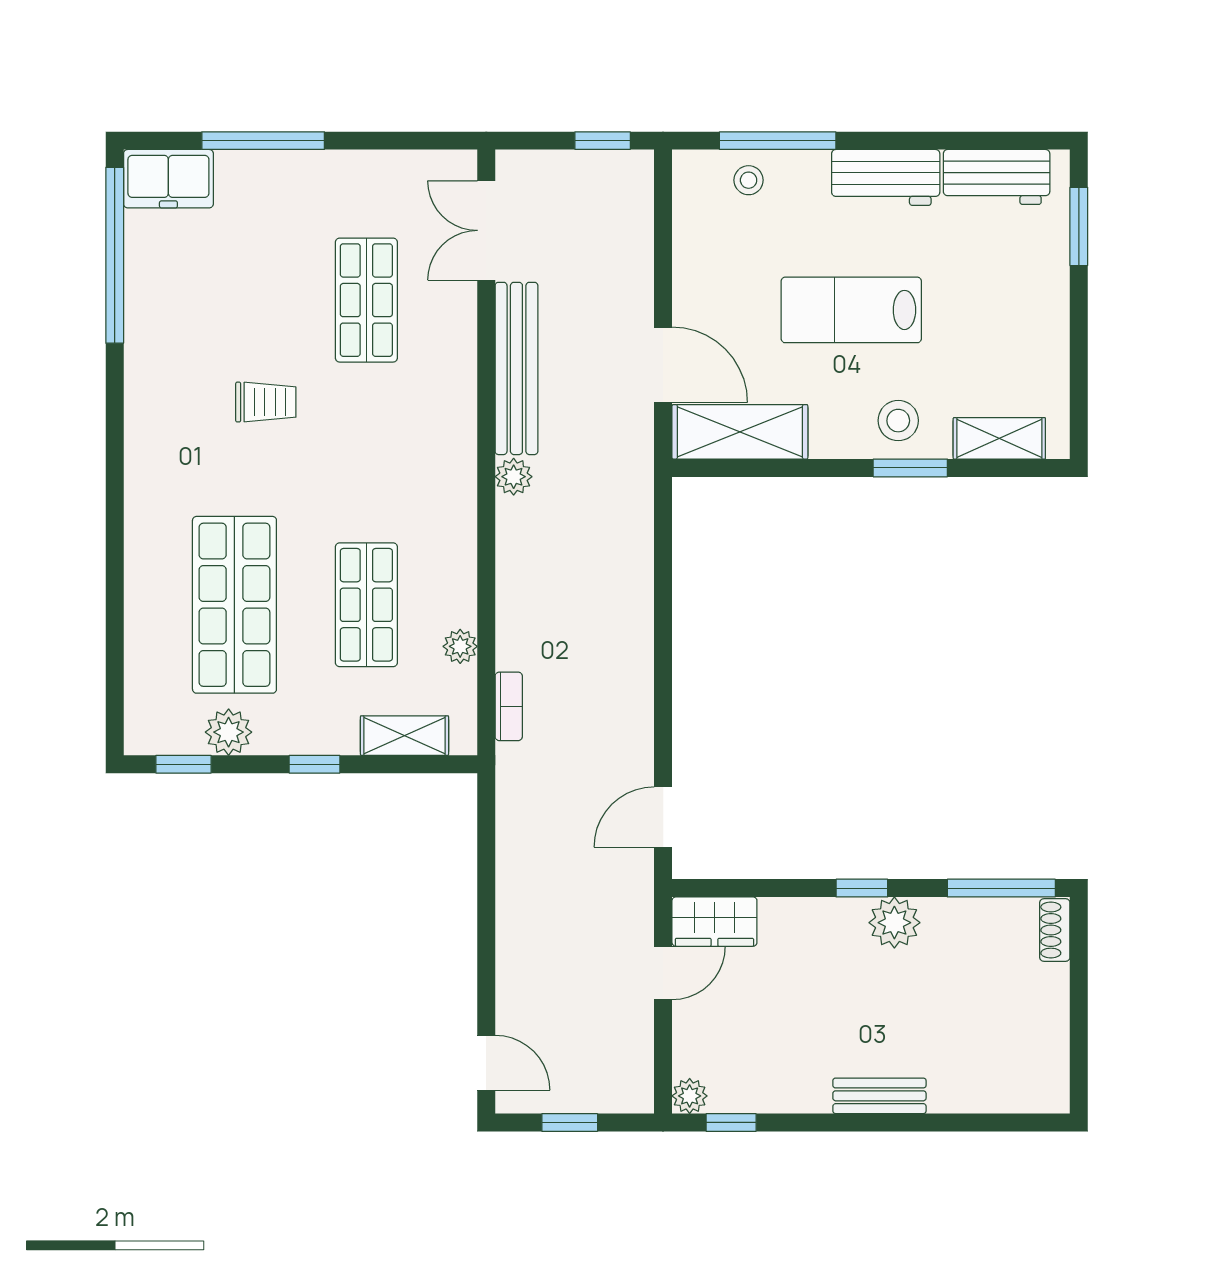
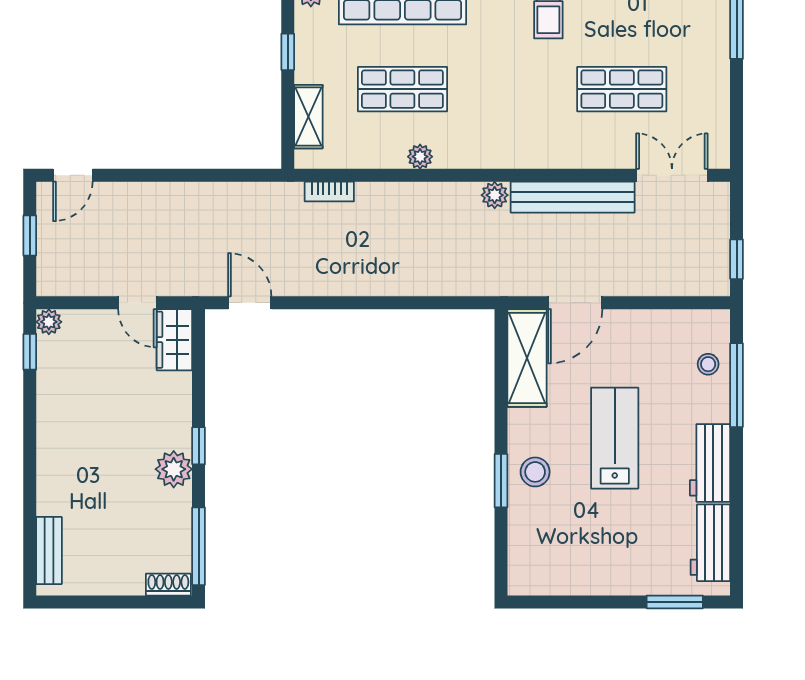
shelving: (999, 438) -> (522, 545), removed
plant: (460, 646) -> (420, 157), moved
bench: (879, 1096) -> (49, 551), moved

